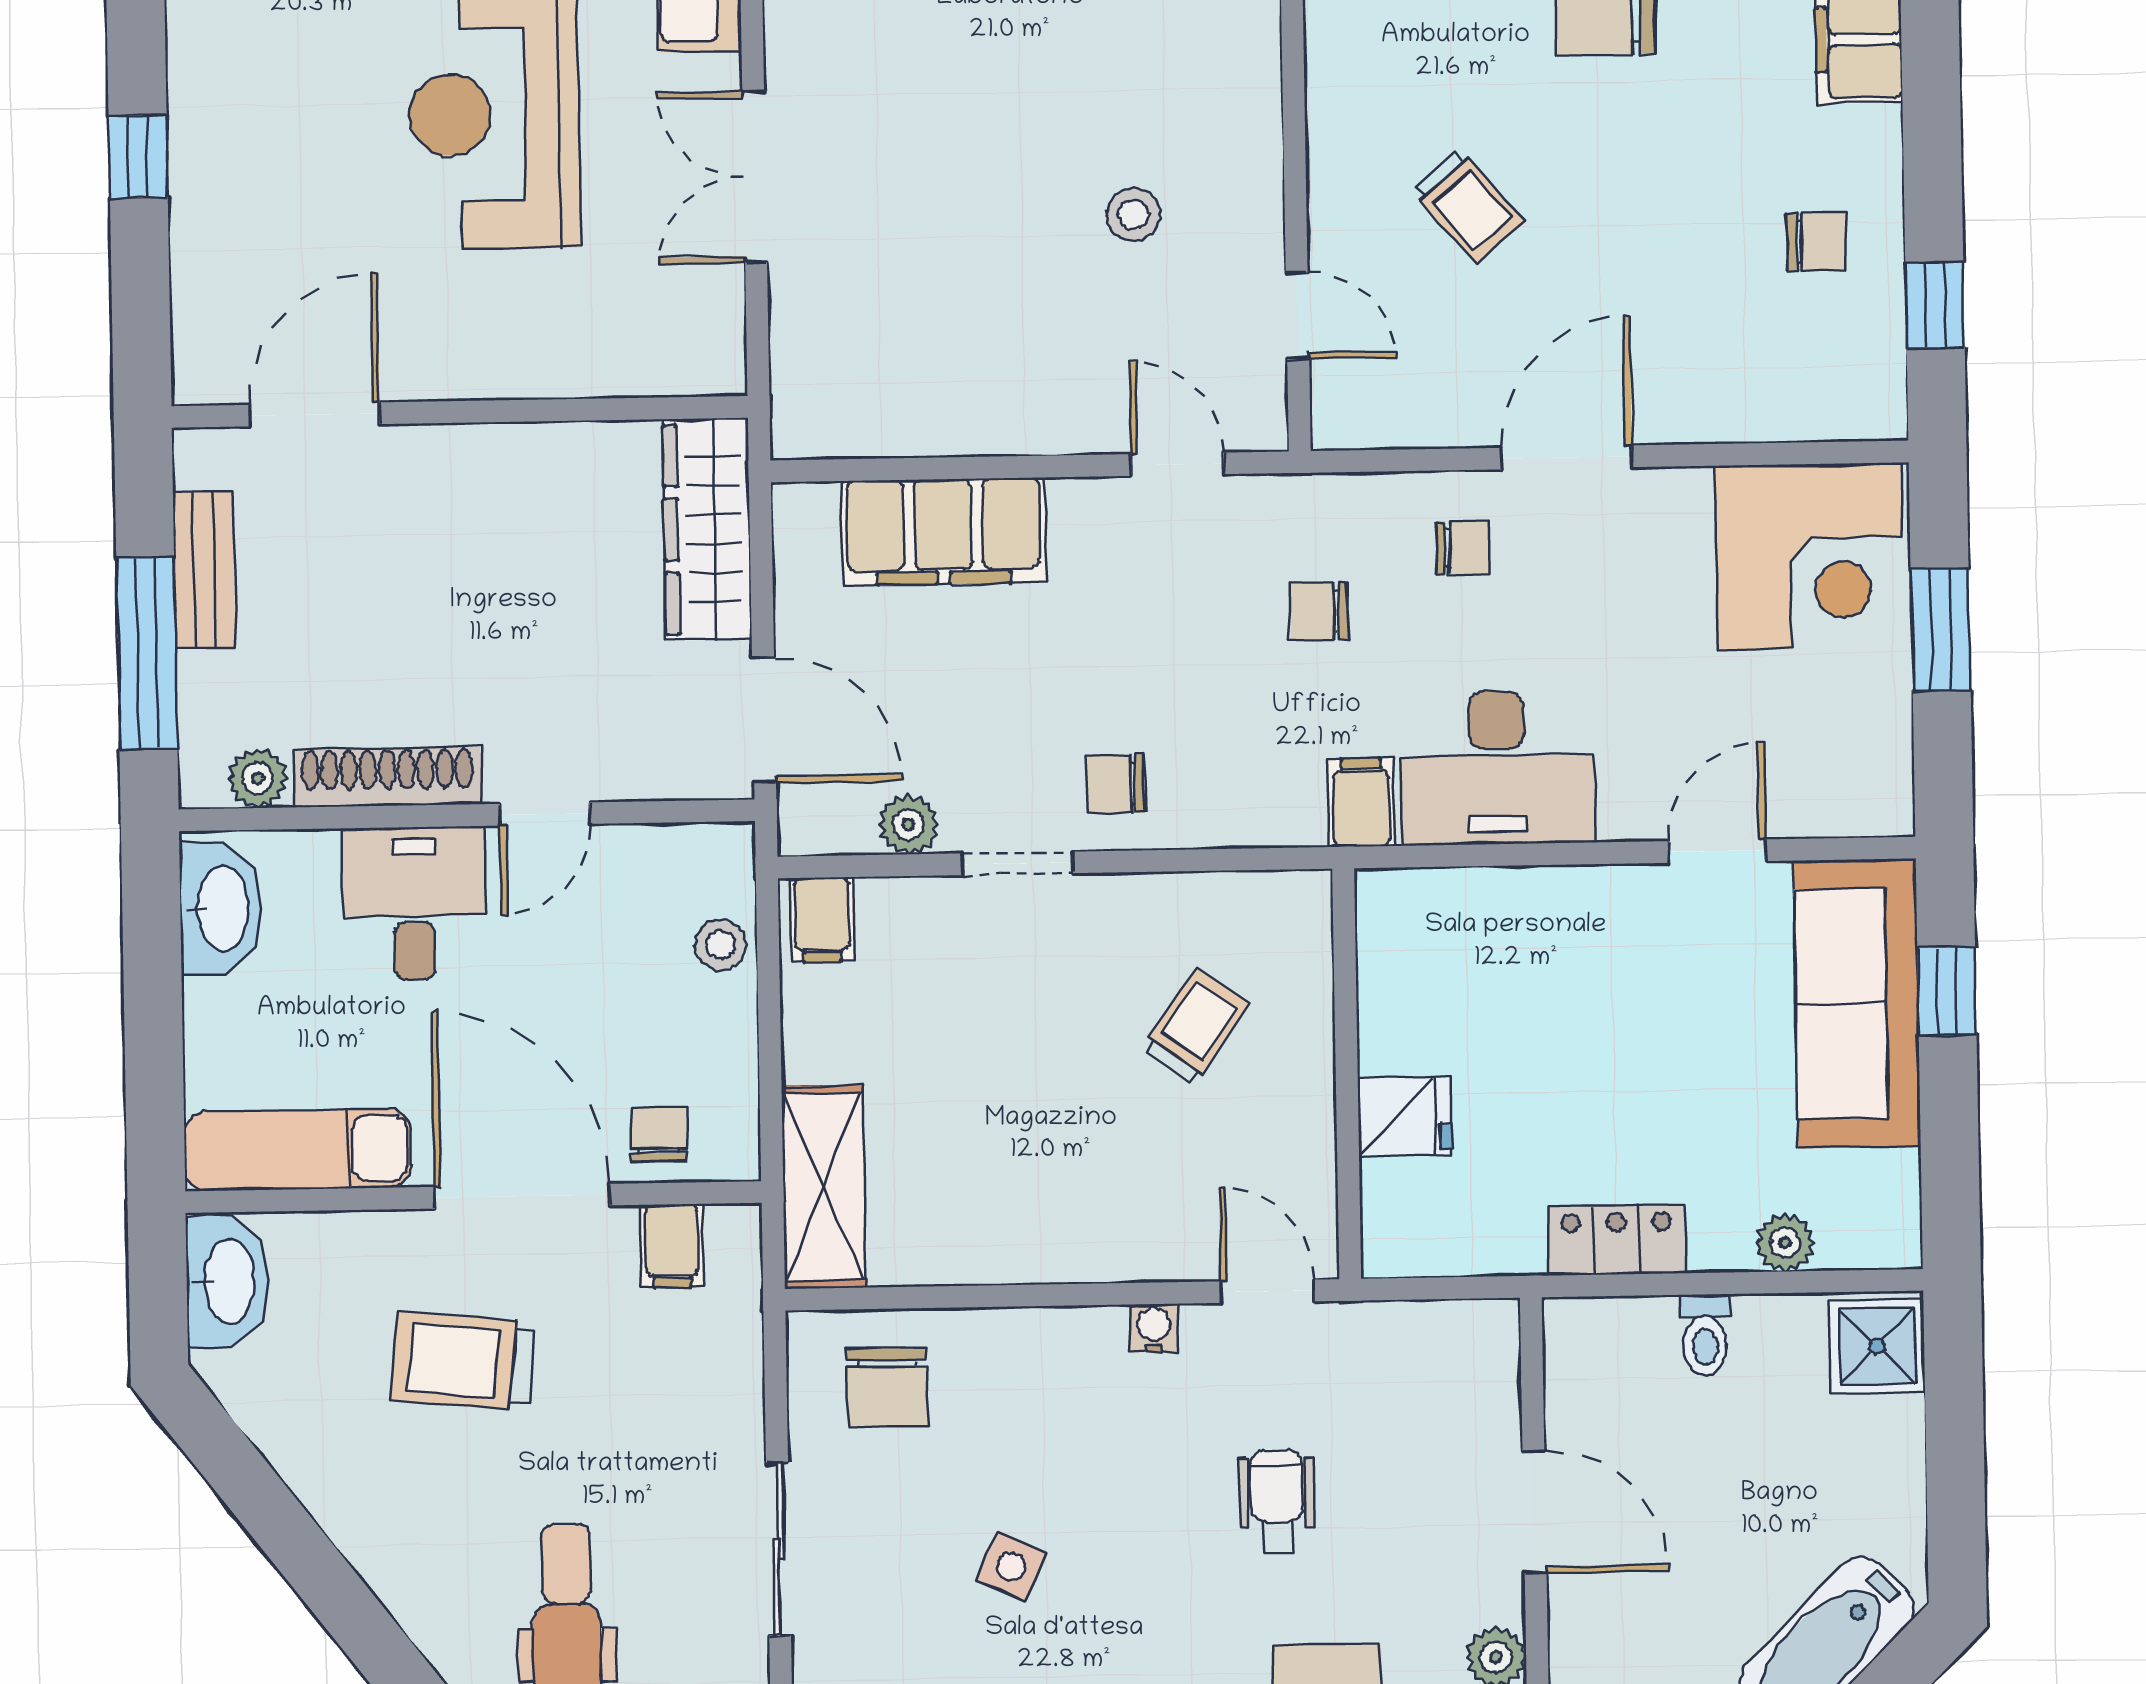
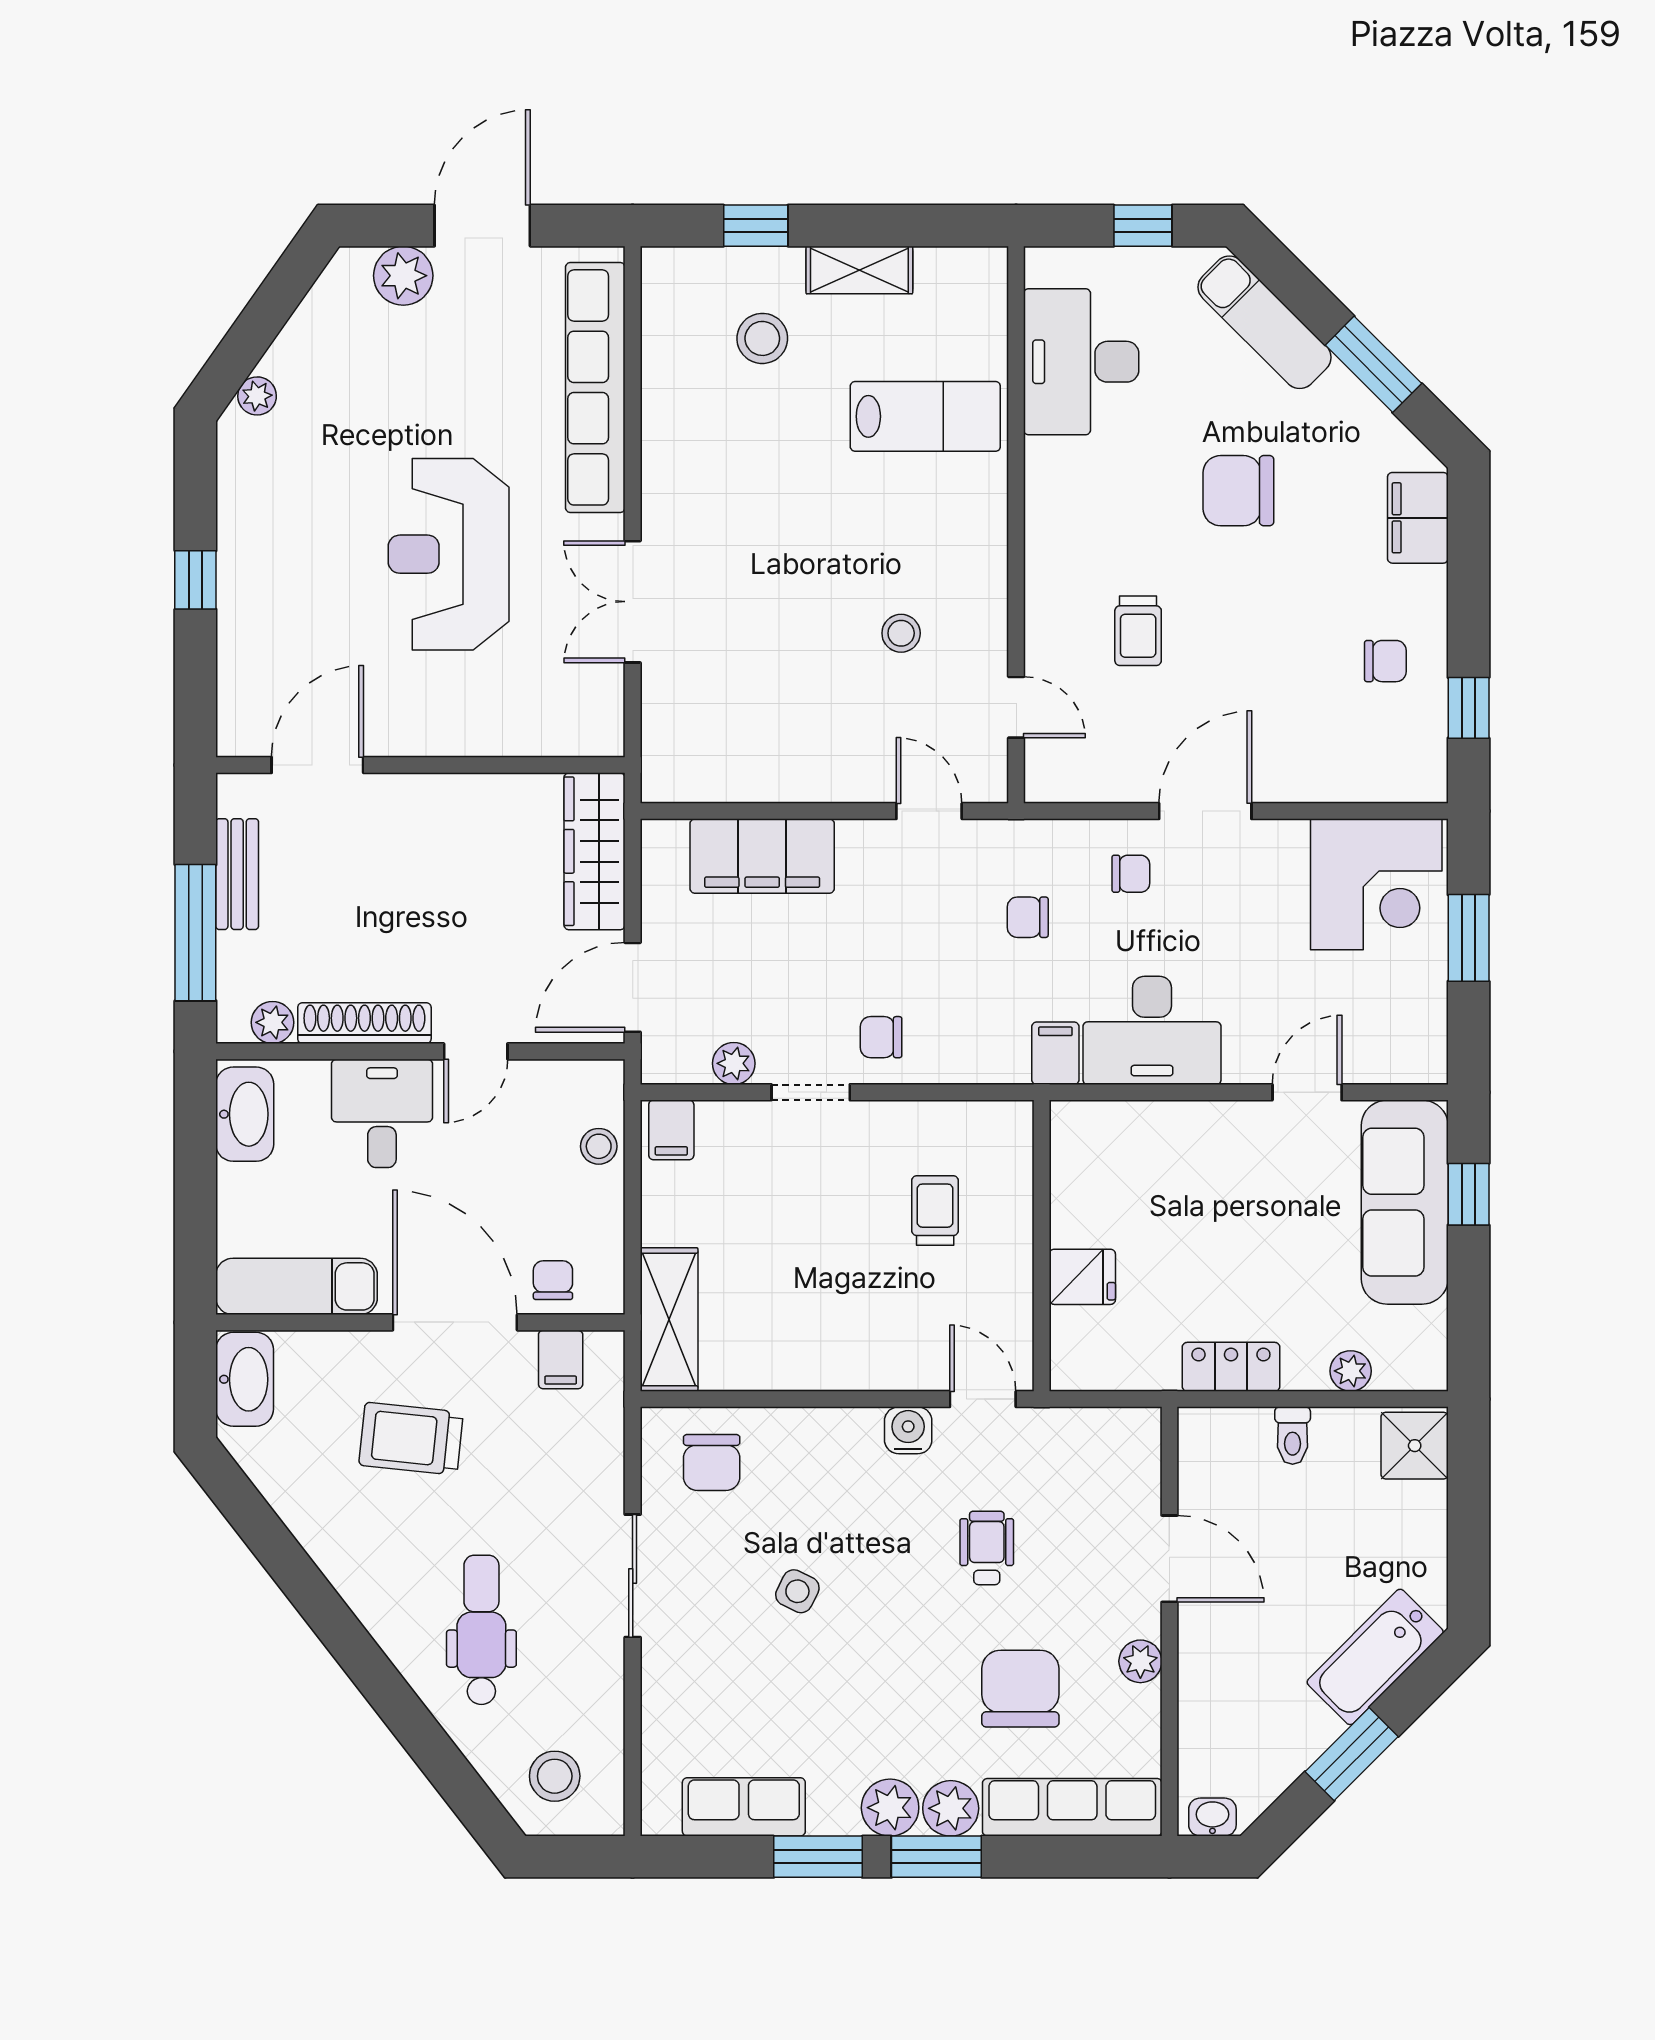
trolley: (1467, 205) -> (1138, 631), turned 41
door: (764, 720) -> (633, 987), swing flipped
trolley: (1196, 1027) -> (935, 1211), turned -35
water cooler: (1154, 1328) -> (908, 1430), width x1.38, depth x1.38

